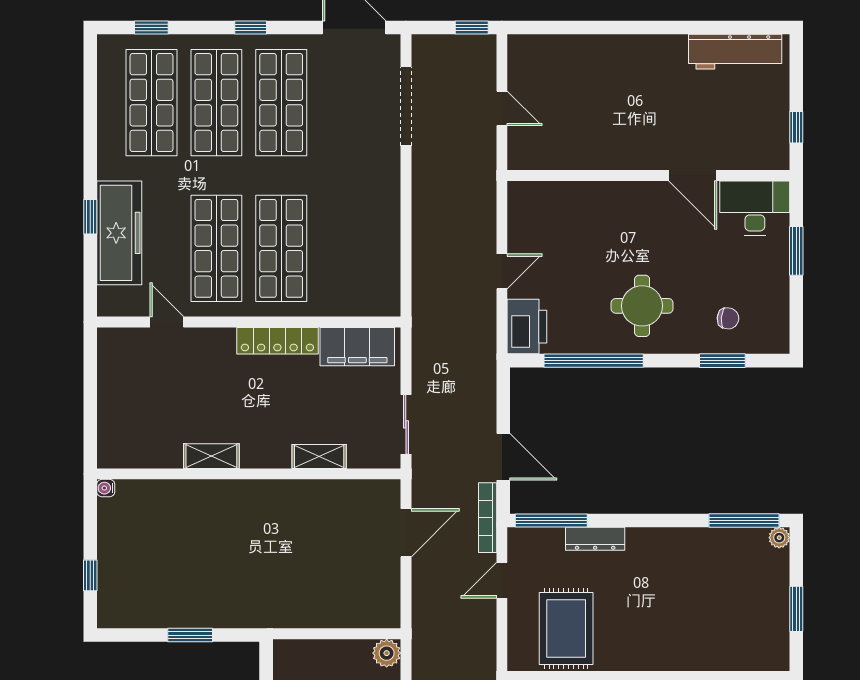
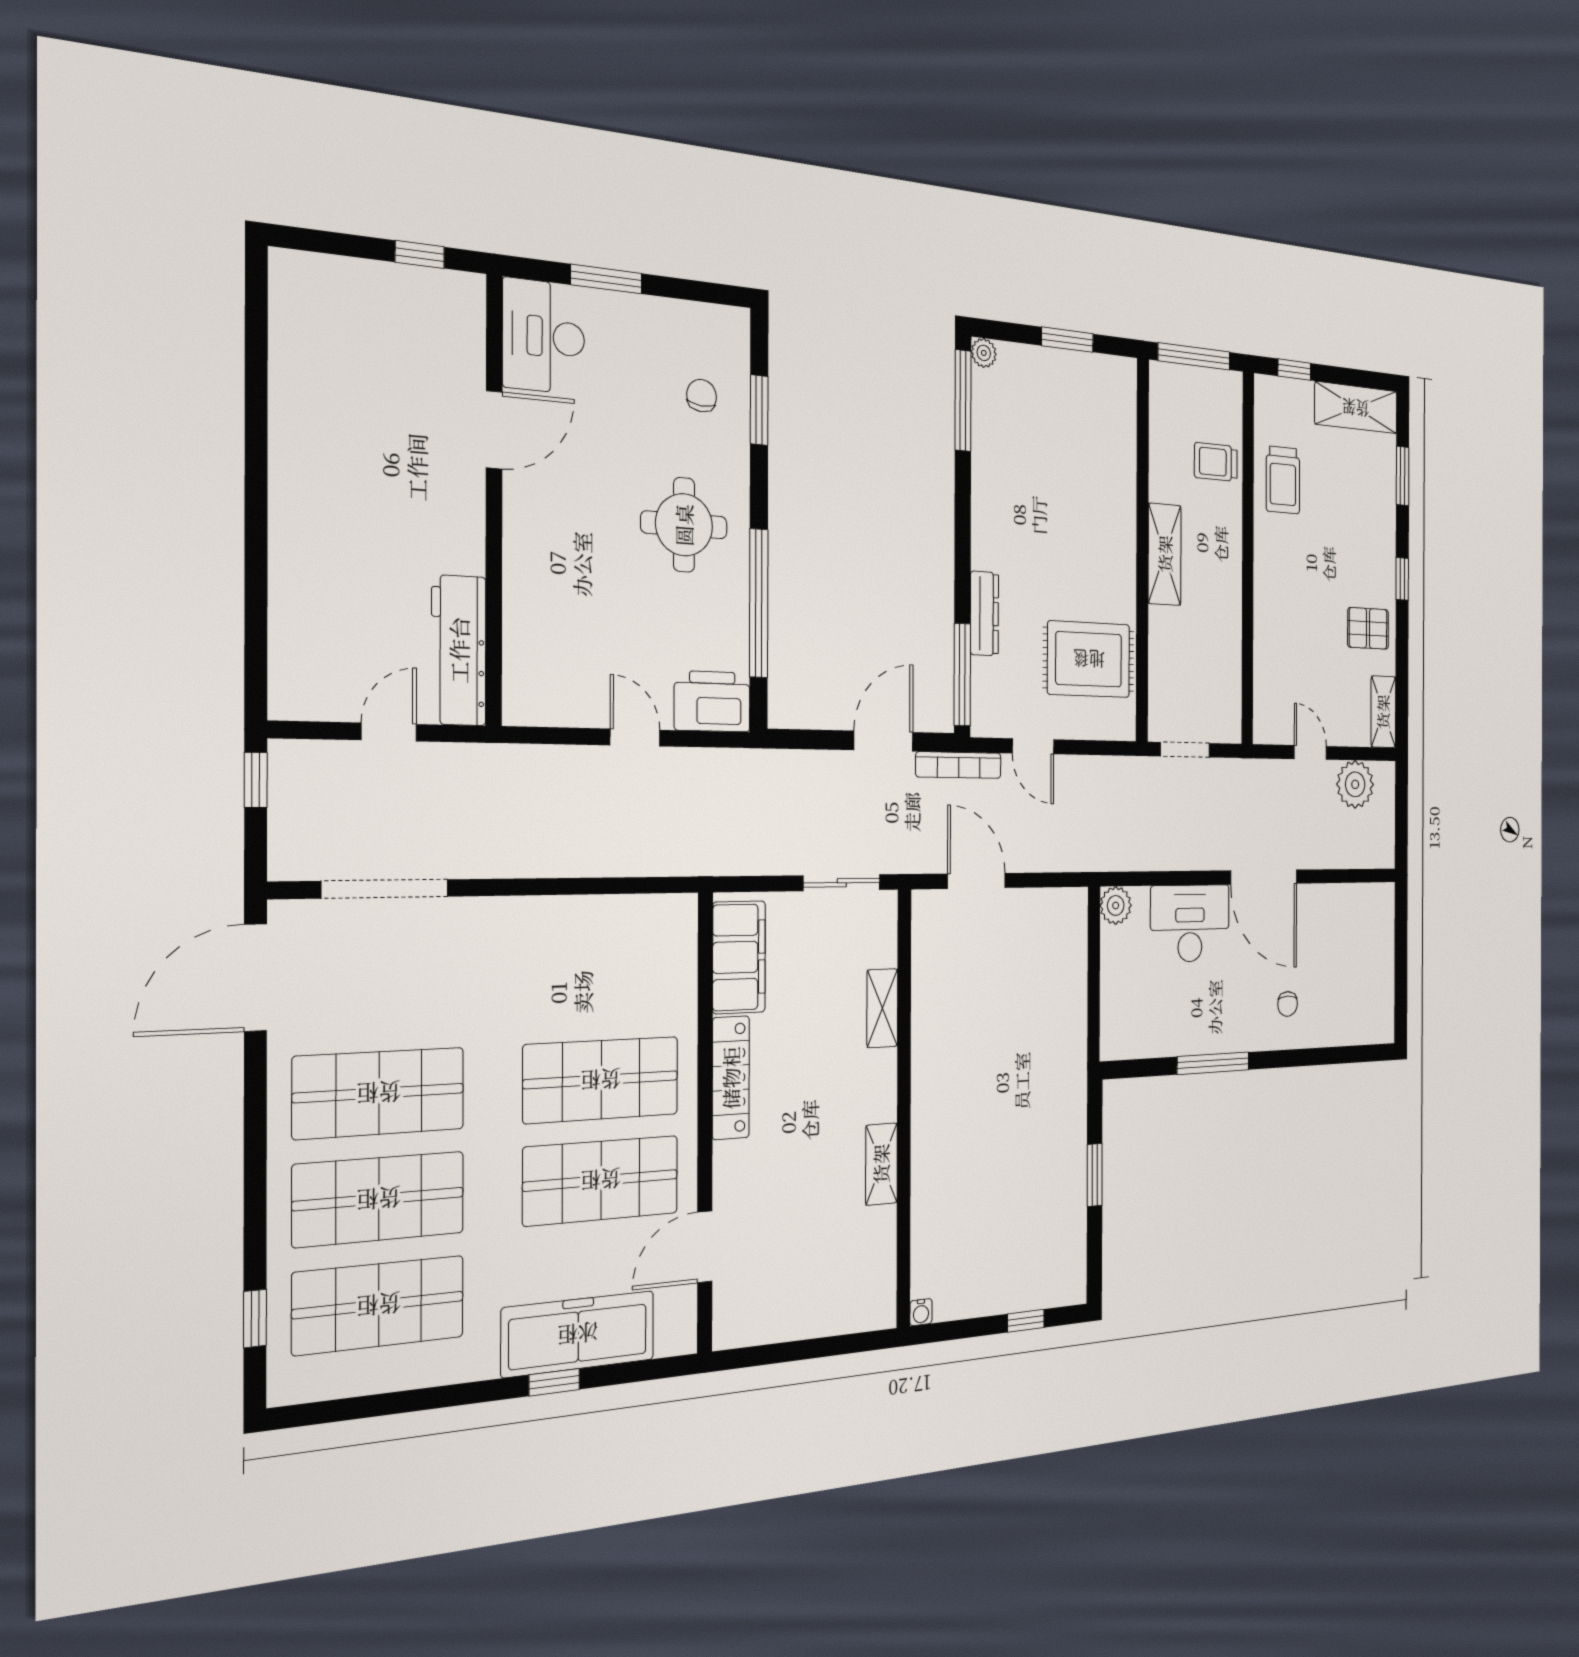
window: (251, 28) -> (255, 1152), removed
workbench: (735, 52) -> (459, 650), moved, turned 180
door: (167, 322) -> (705, 1247), width x1.38

